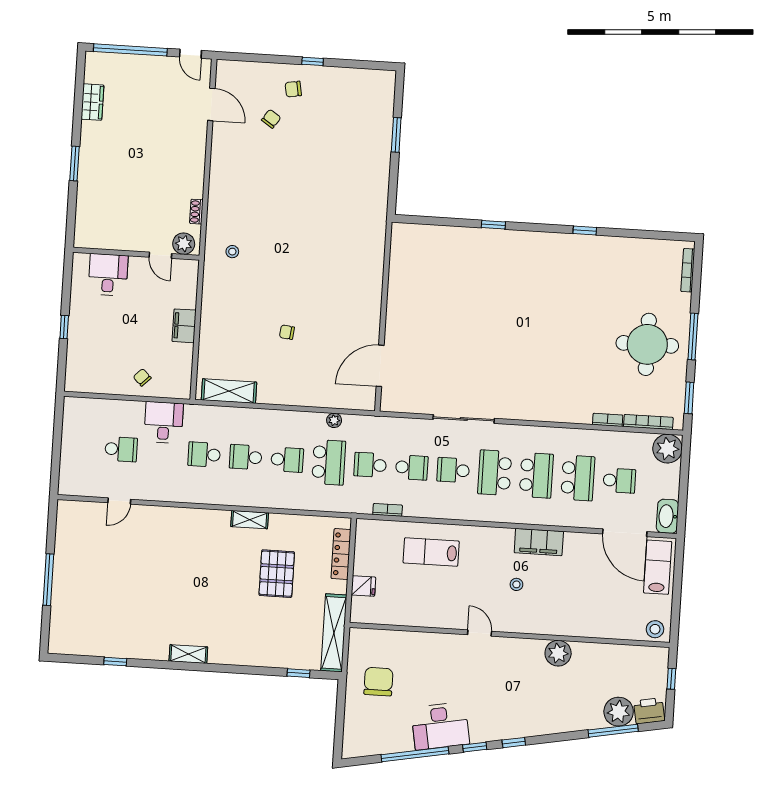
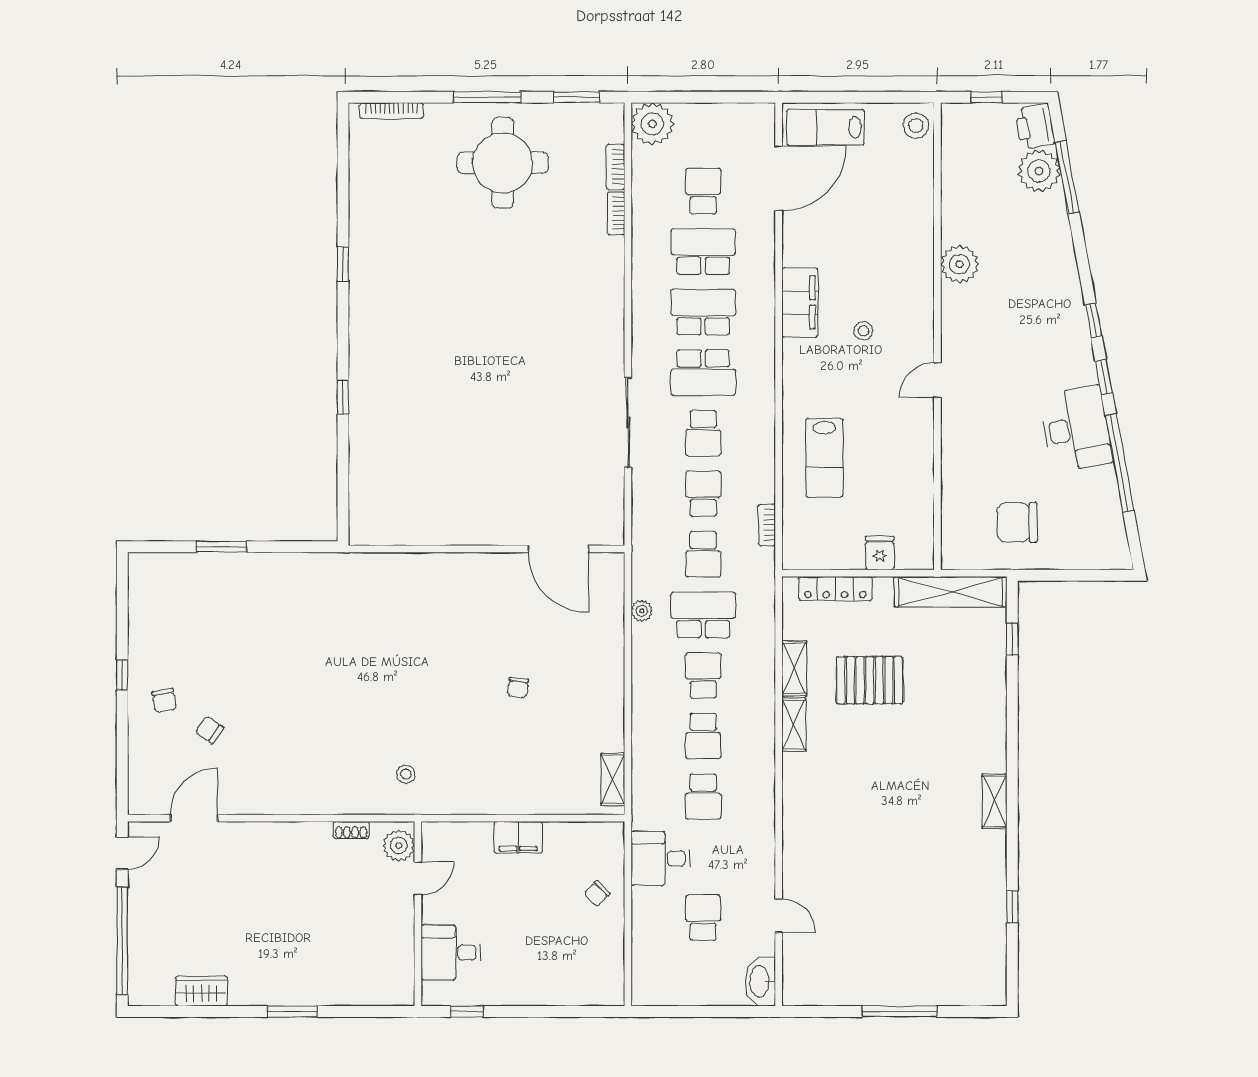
window: (64, 327) -> (467, 1011), moved
shelving: (229, 391) -> (613, 779), width x0.67, depth x0.75
bookcase: (648, 422) -> (615, 167), width x0.64
washbasin: (668, 516) -> (760, 981), moved, turned 90
shelving: (288, 522) -> (794, 668), added

